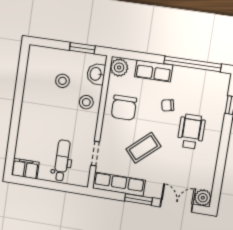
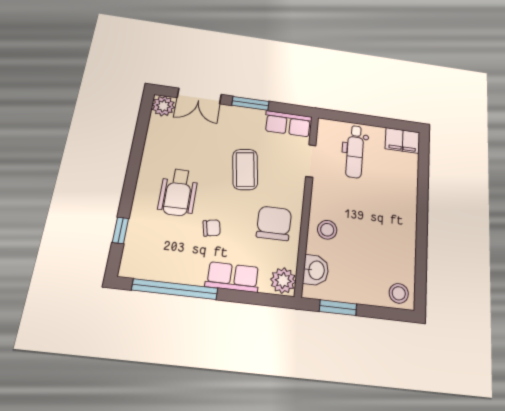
stool: (62, 81) -> (399, 293), moved
coffee table: (143, 148) -> (245, 169), turned -56
row of seats: (119, 184) -> (288, 124), width x0.68

